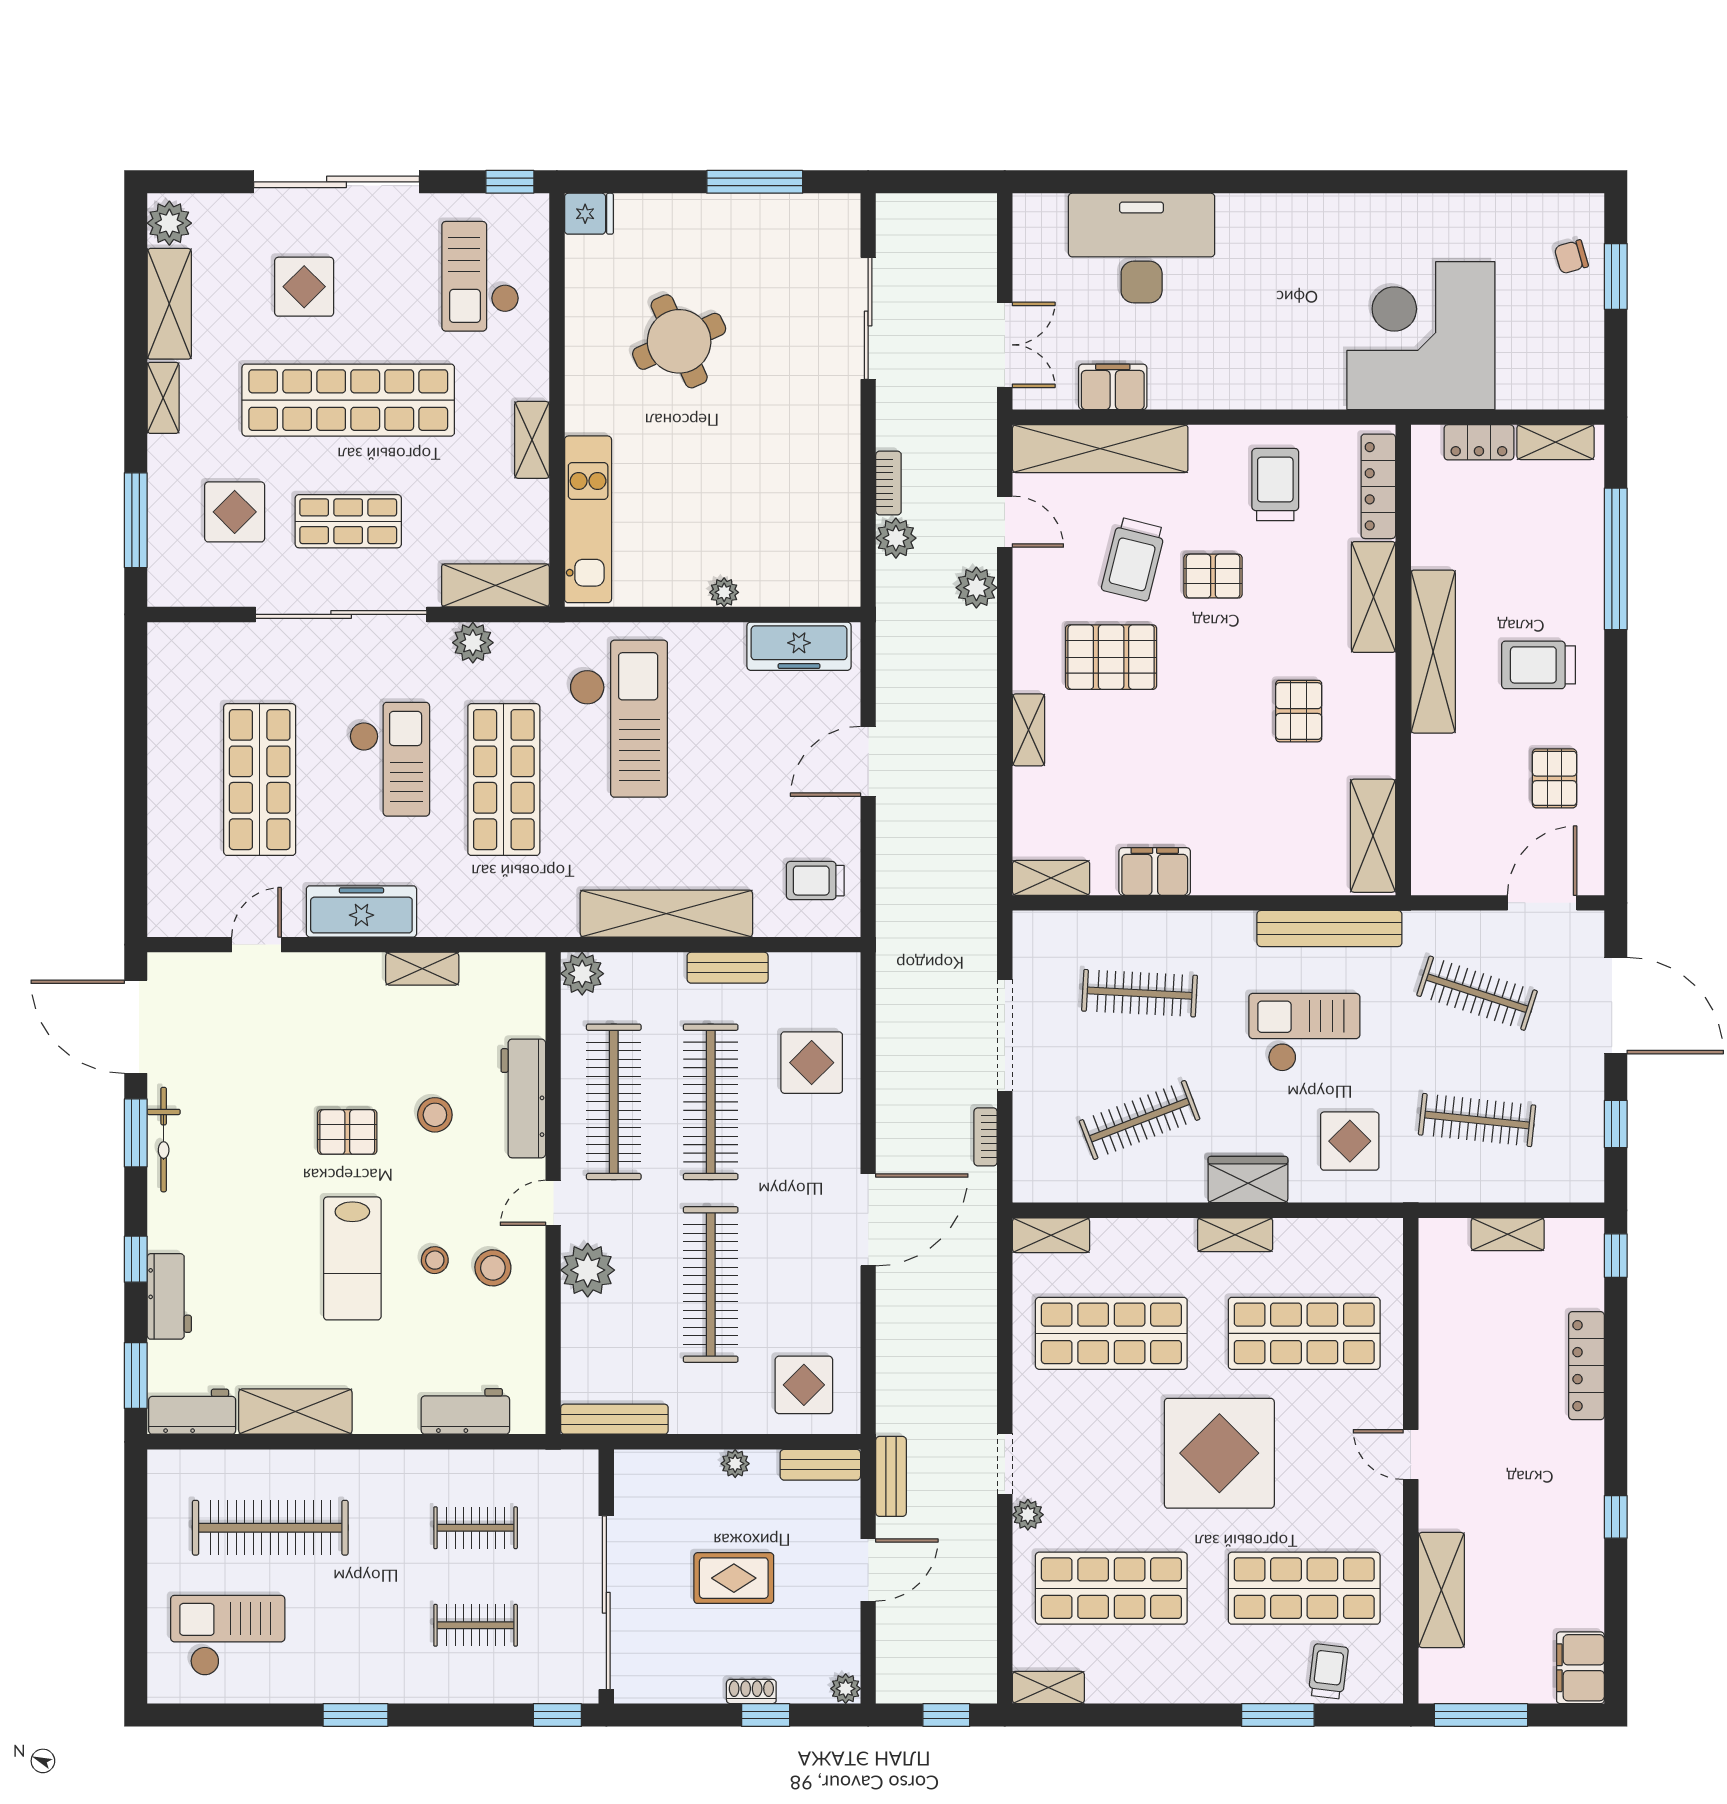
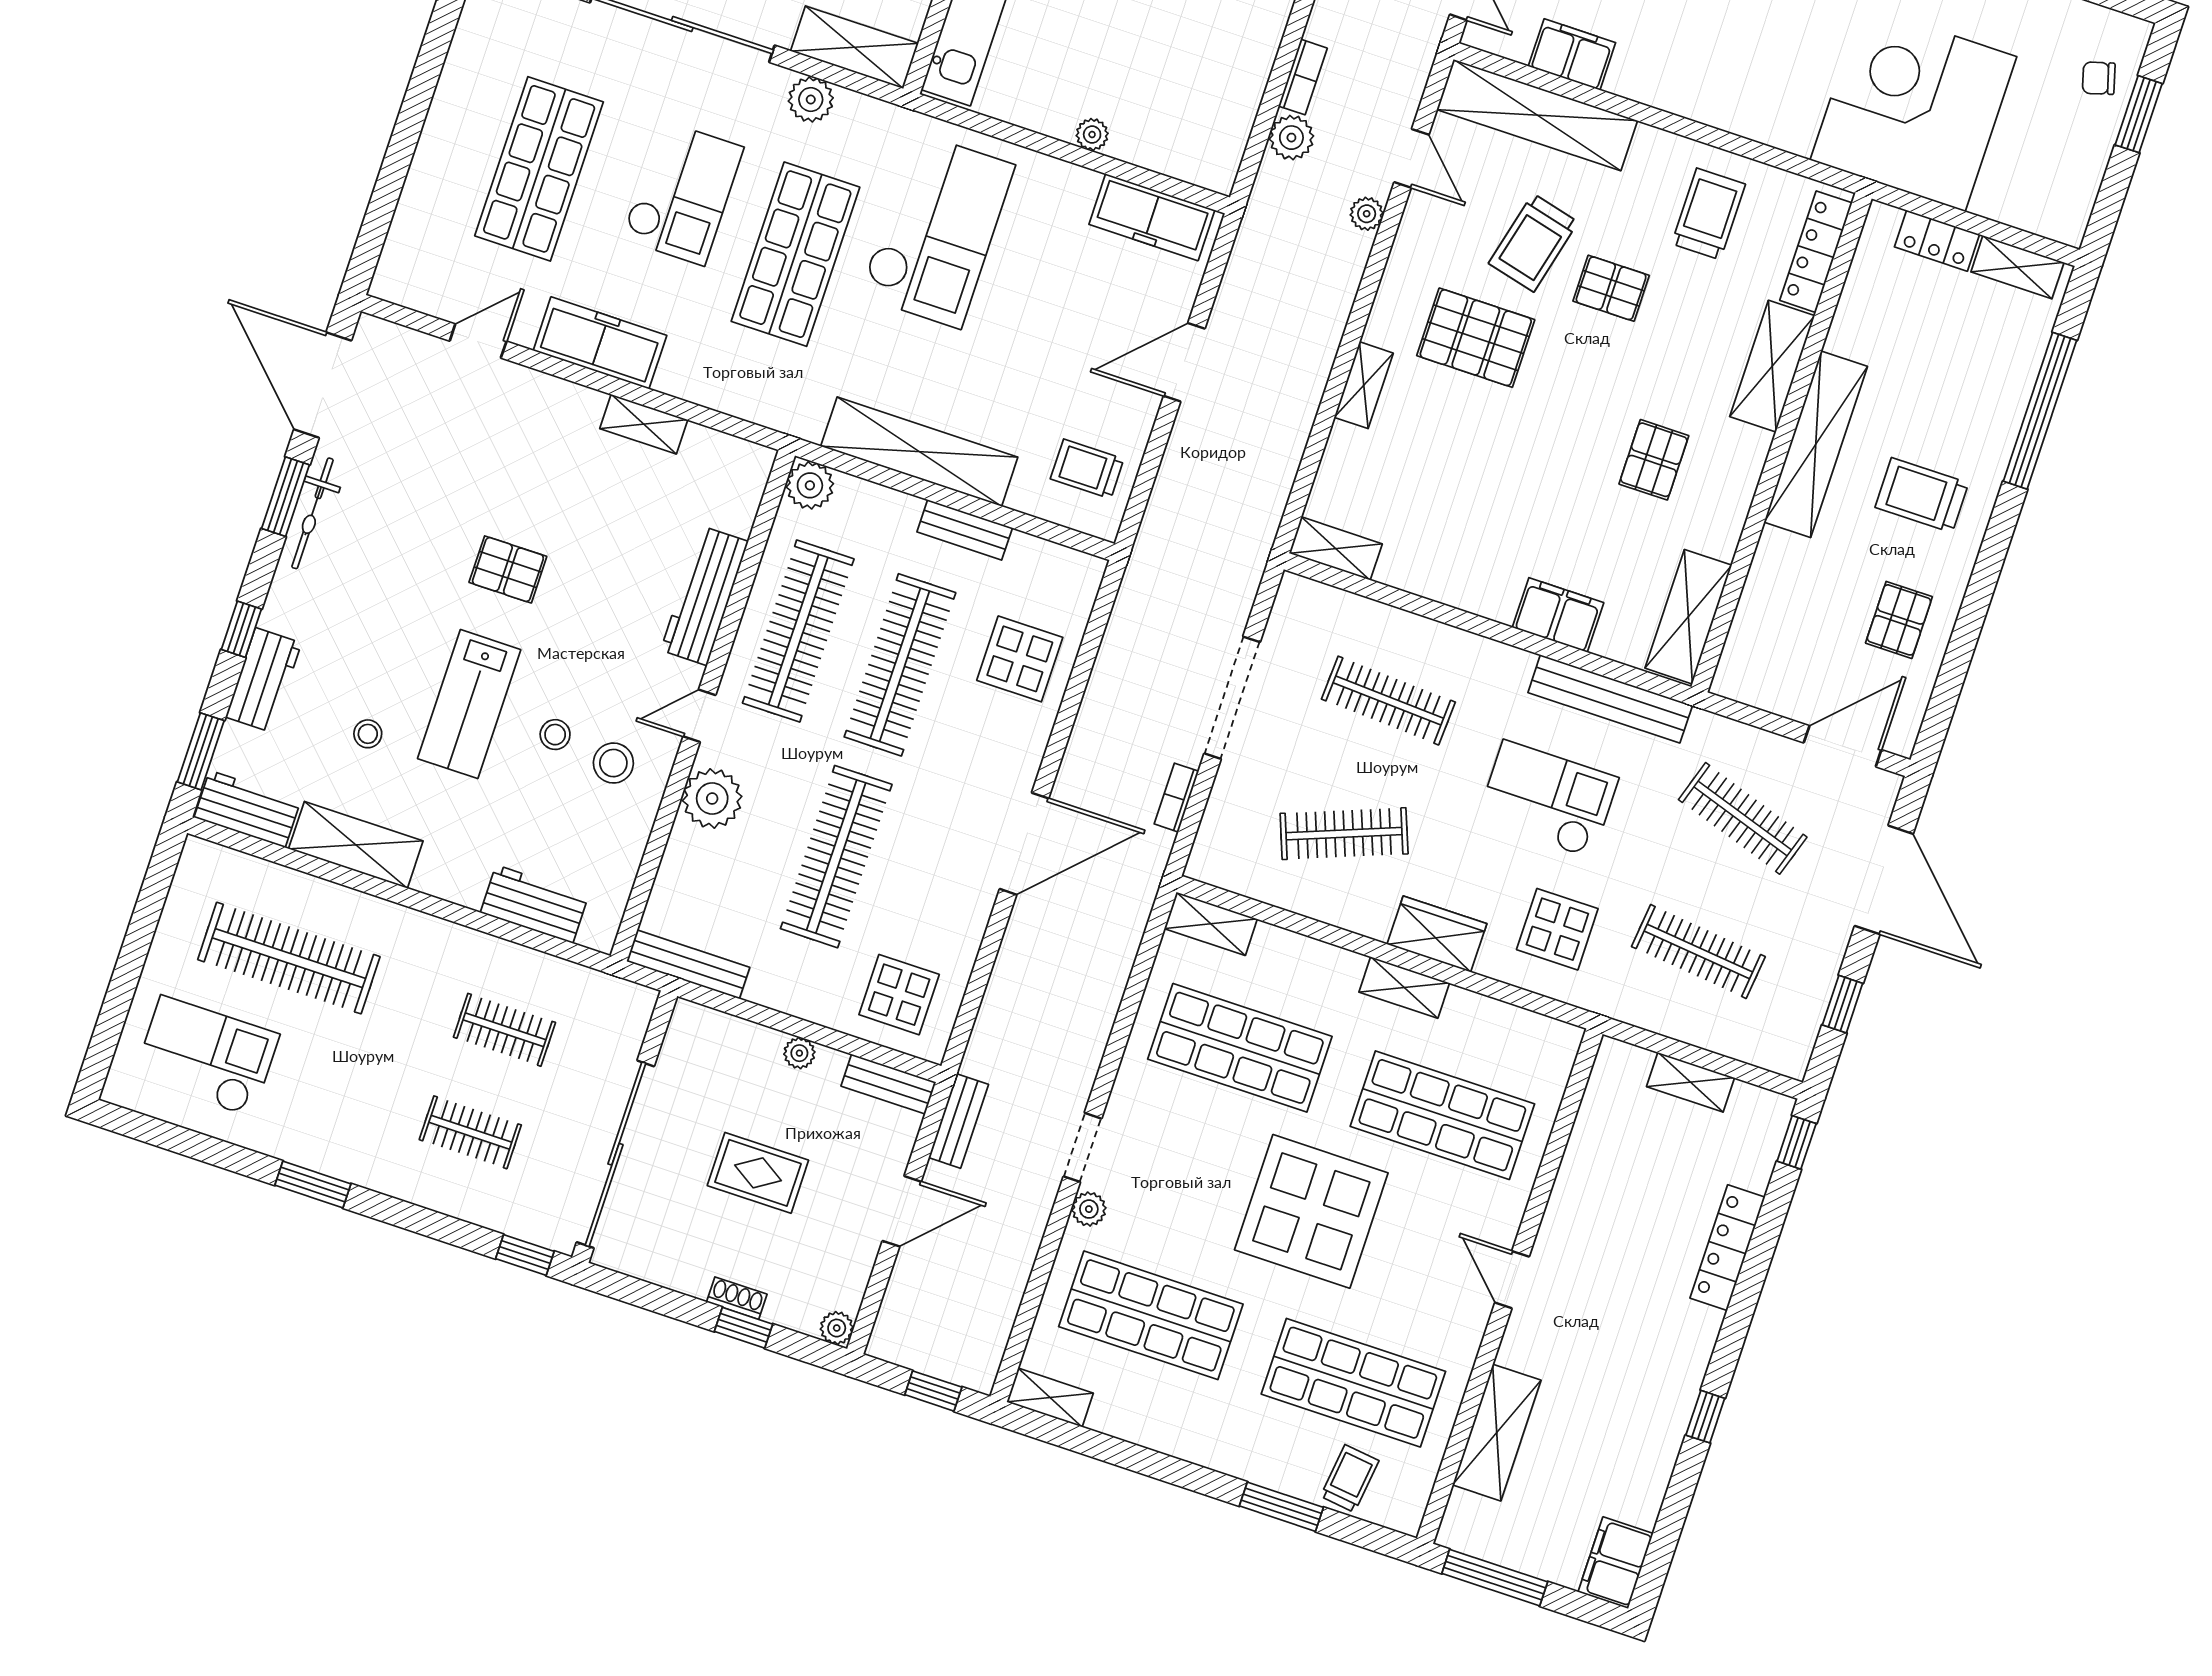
plant: (976, 588) -> (1367, 214), width x0.73, depth x0.73
filing cabinet: (1155, 872) -> (1558, 615), moved
stool: (435, 1115) -> (368, 734), moved, width x0.73, depth x0.73

